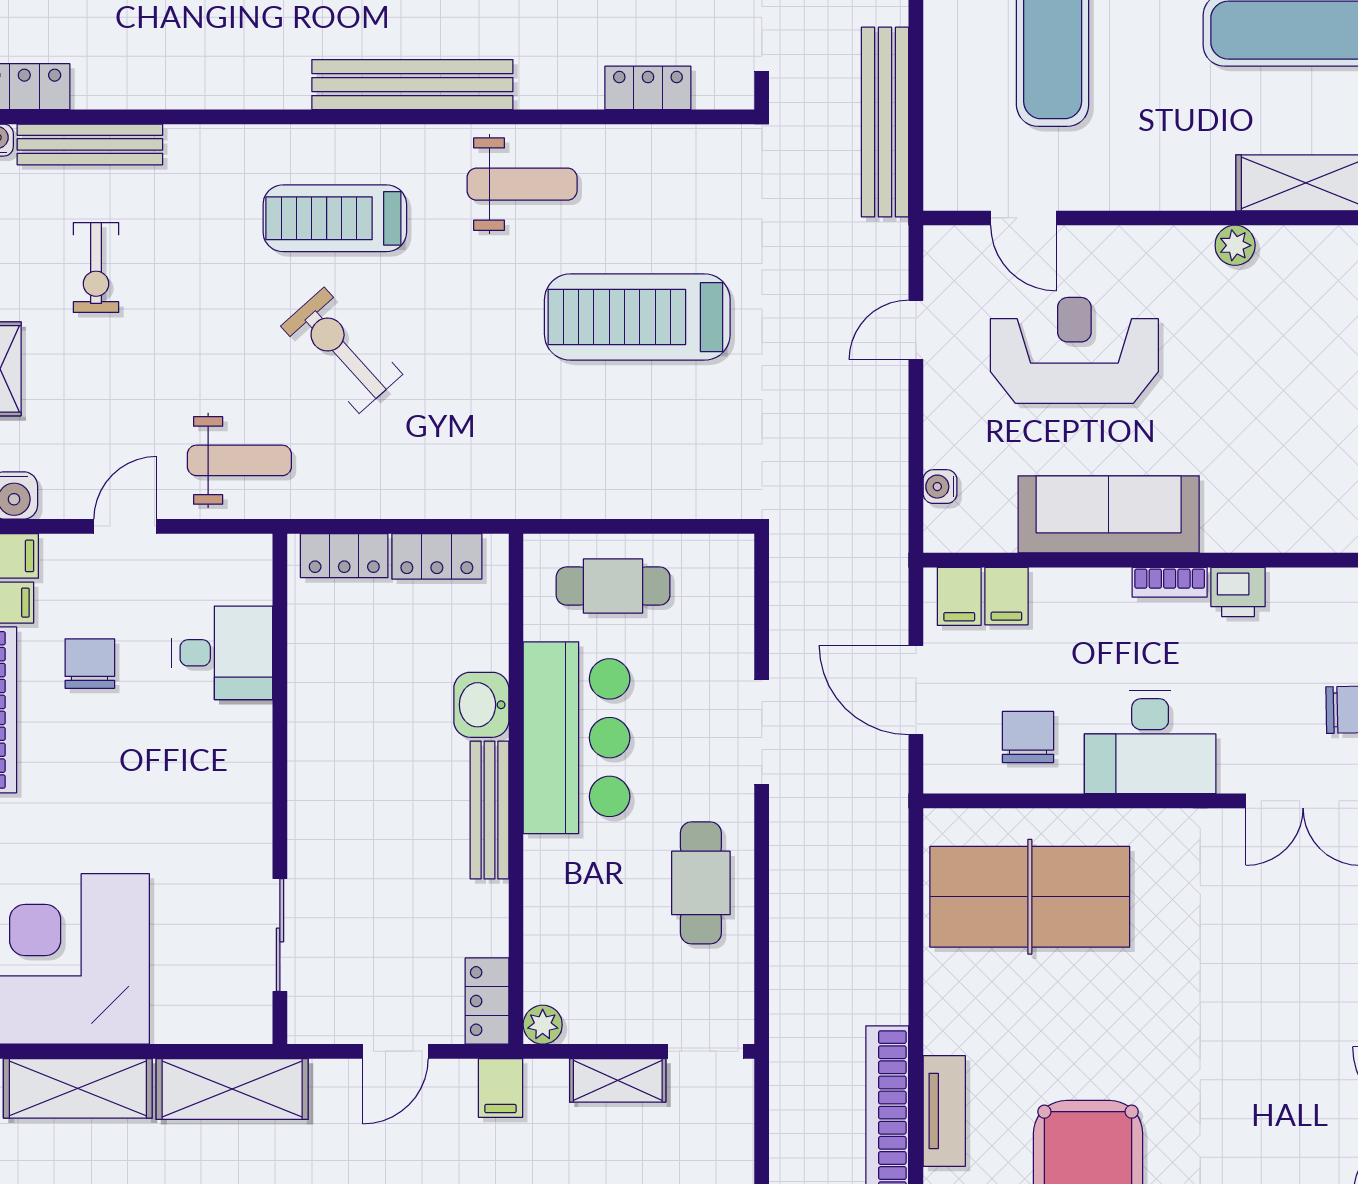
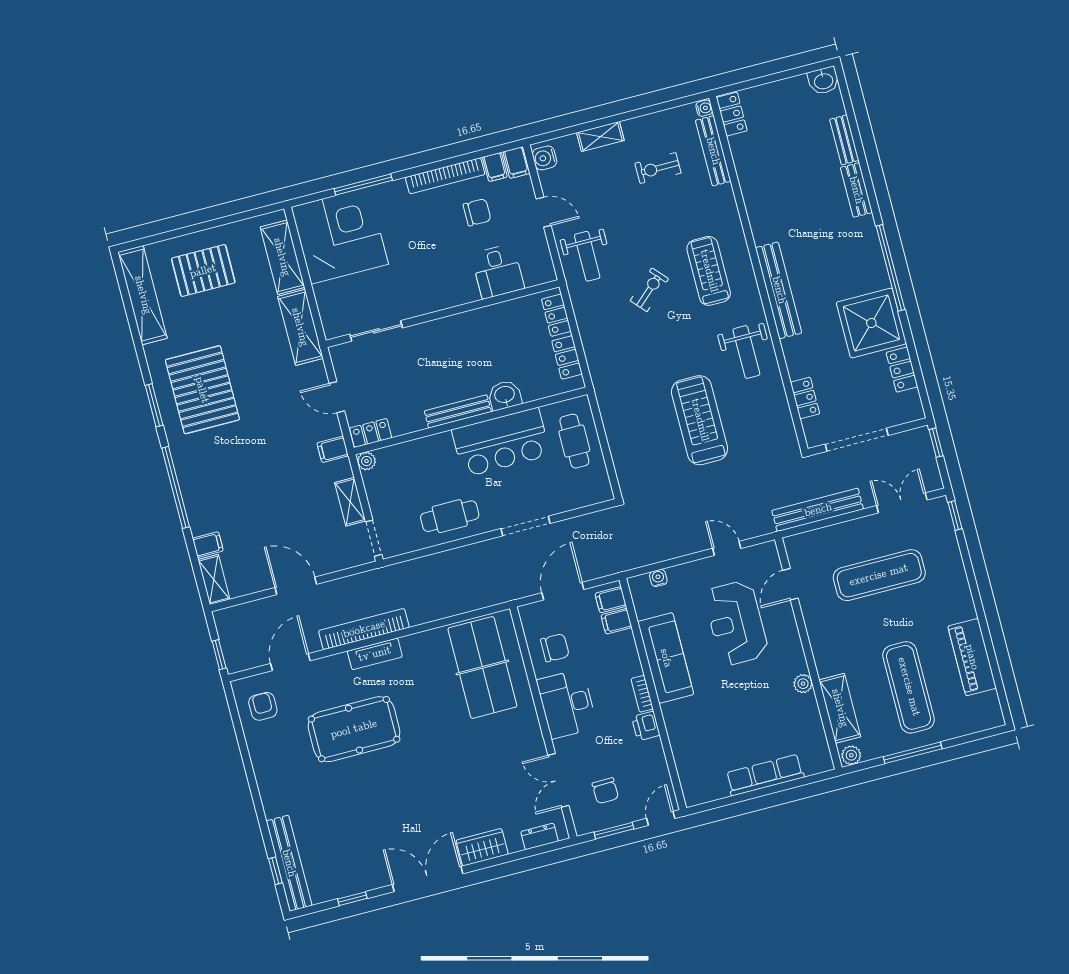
exercise bike: (342, 350) -> (649, 290), width x0.73, depth x0.72
reception desk: (1074, 350) -> (736, 623), turned 180

